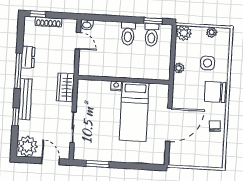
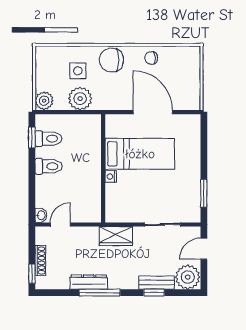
plant: (212, 32) -> (41, 68), removed
dresser: (28, 57) -> (89, 282), width x1.44
plant: (179, 68) -> (80, 99), width x1.88, depth x1.88
chair: (215, 92) -> (111, 60), turned 90
bench: (25, 99) -> (157, 283), moved, width x0.73

